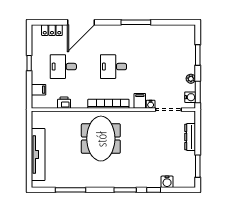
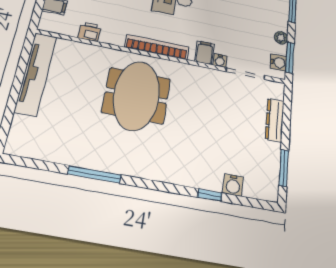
tv unit: (38, 155) -> (36, 74), moved
window: (70, 190) -> (94, 174), moved
window: (125, 190) -> (163, 187), removed

